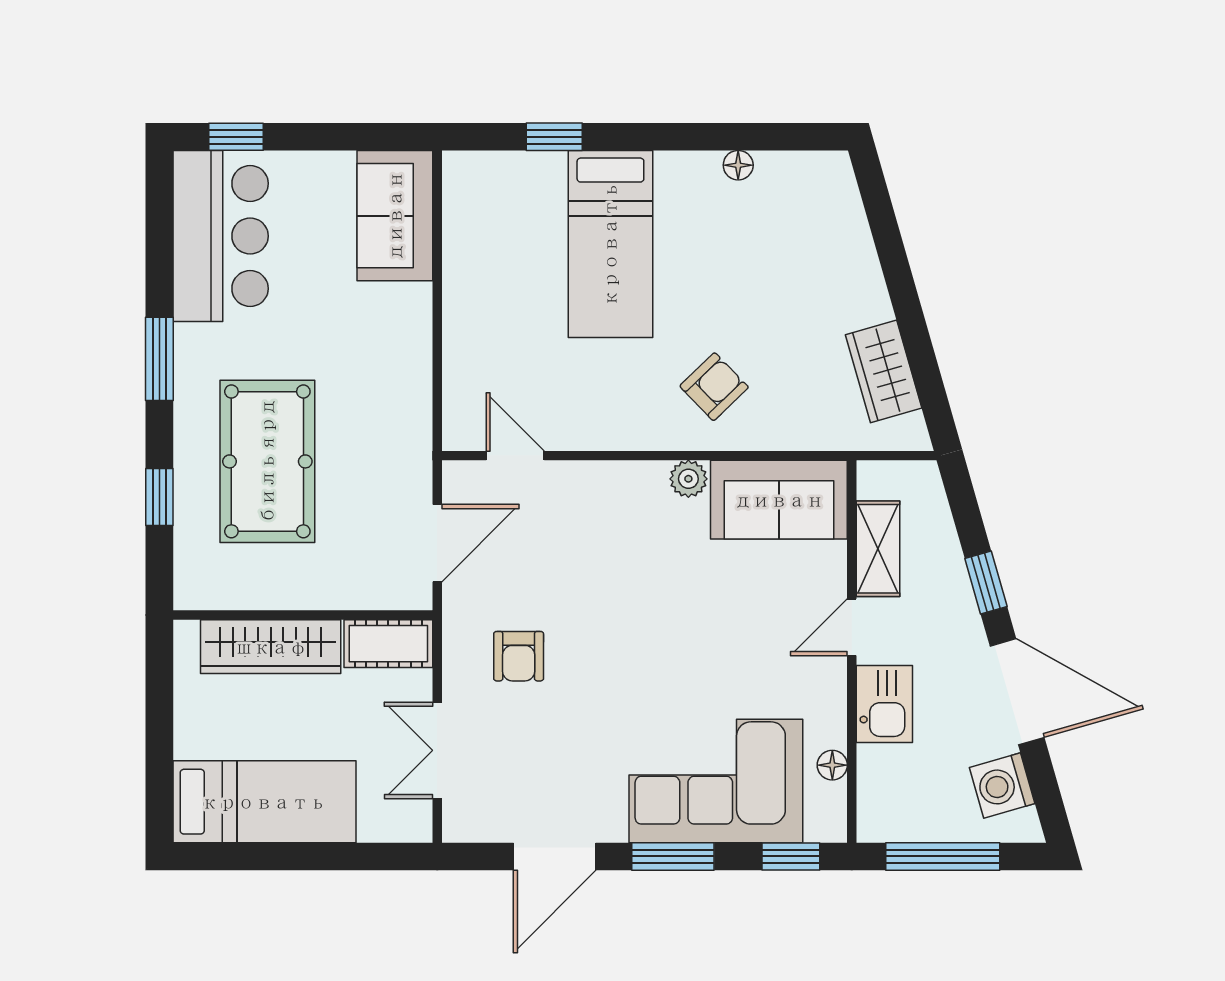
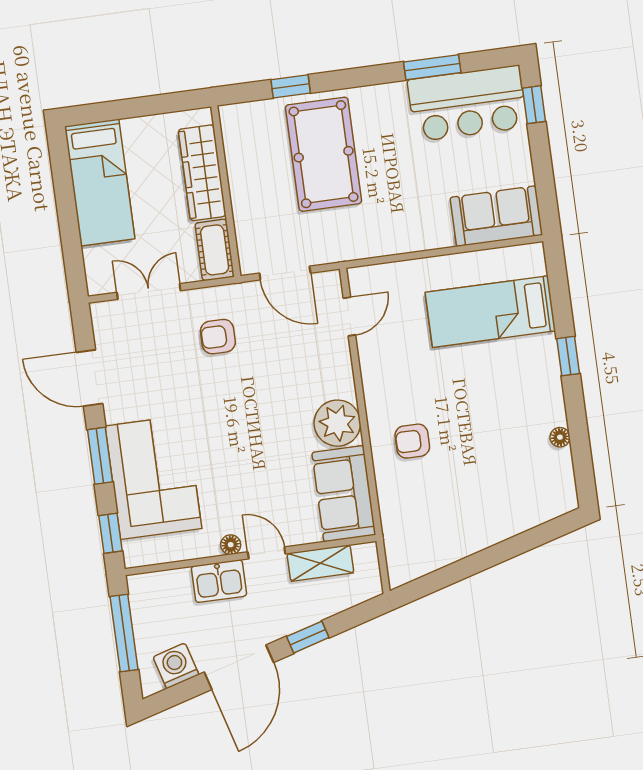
window: (554, 137) -> (568, 356), moved
bed: (610, 244) -> (490, 312), moved
window: (159, 359) -> (432, 67), moved
wardrobe: (884, 371) -> (437, 551), removed
armchair: (714, 387) -> (412, 441), turned 134
pool table: (267, 461) -> (324, 154), turned 90
plant: (688, 479) -> (337, 423), width x1.87, depth x1.87
floor lamp: (832, 765) -> (231, 545), moved

